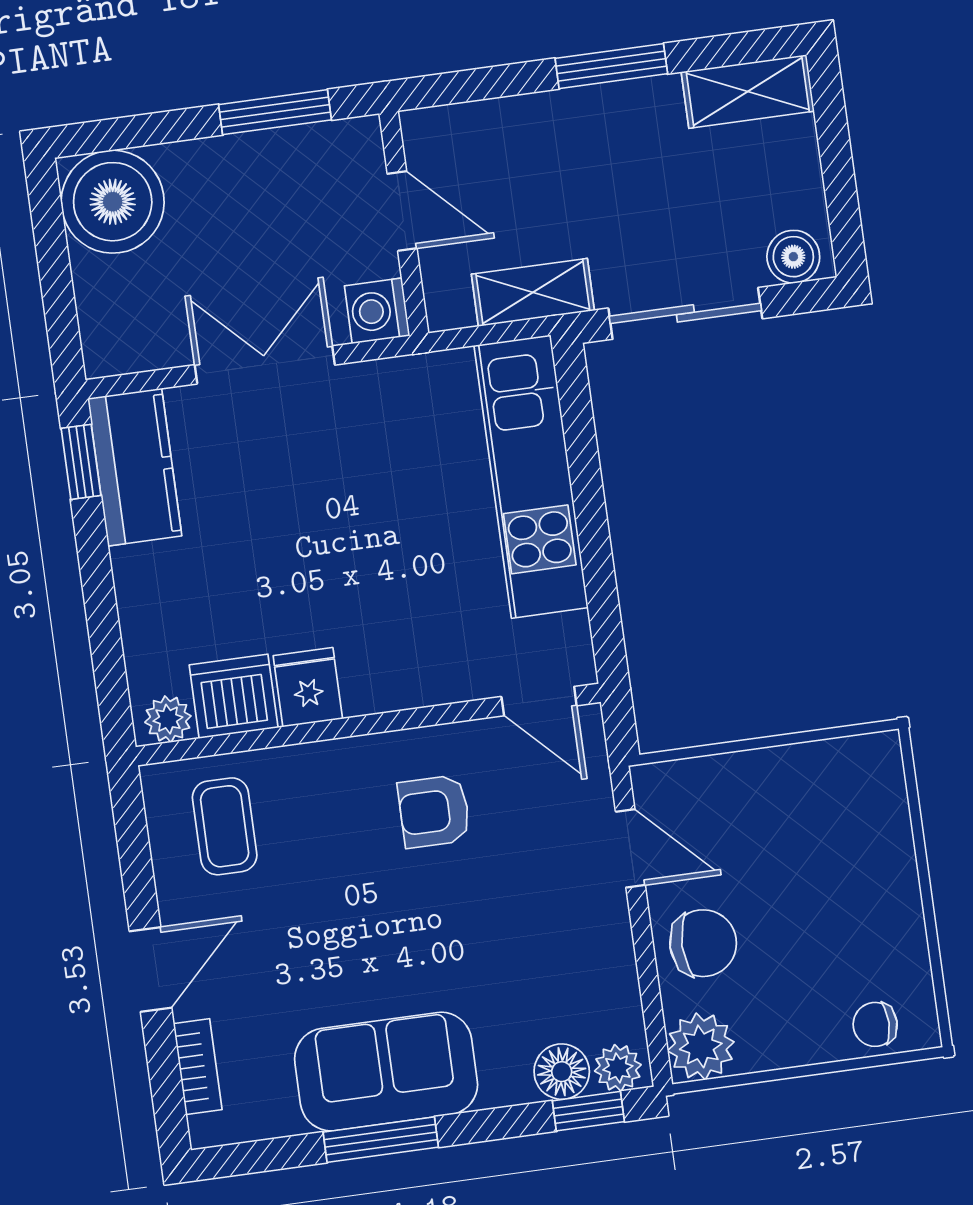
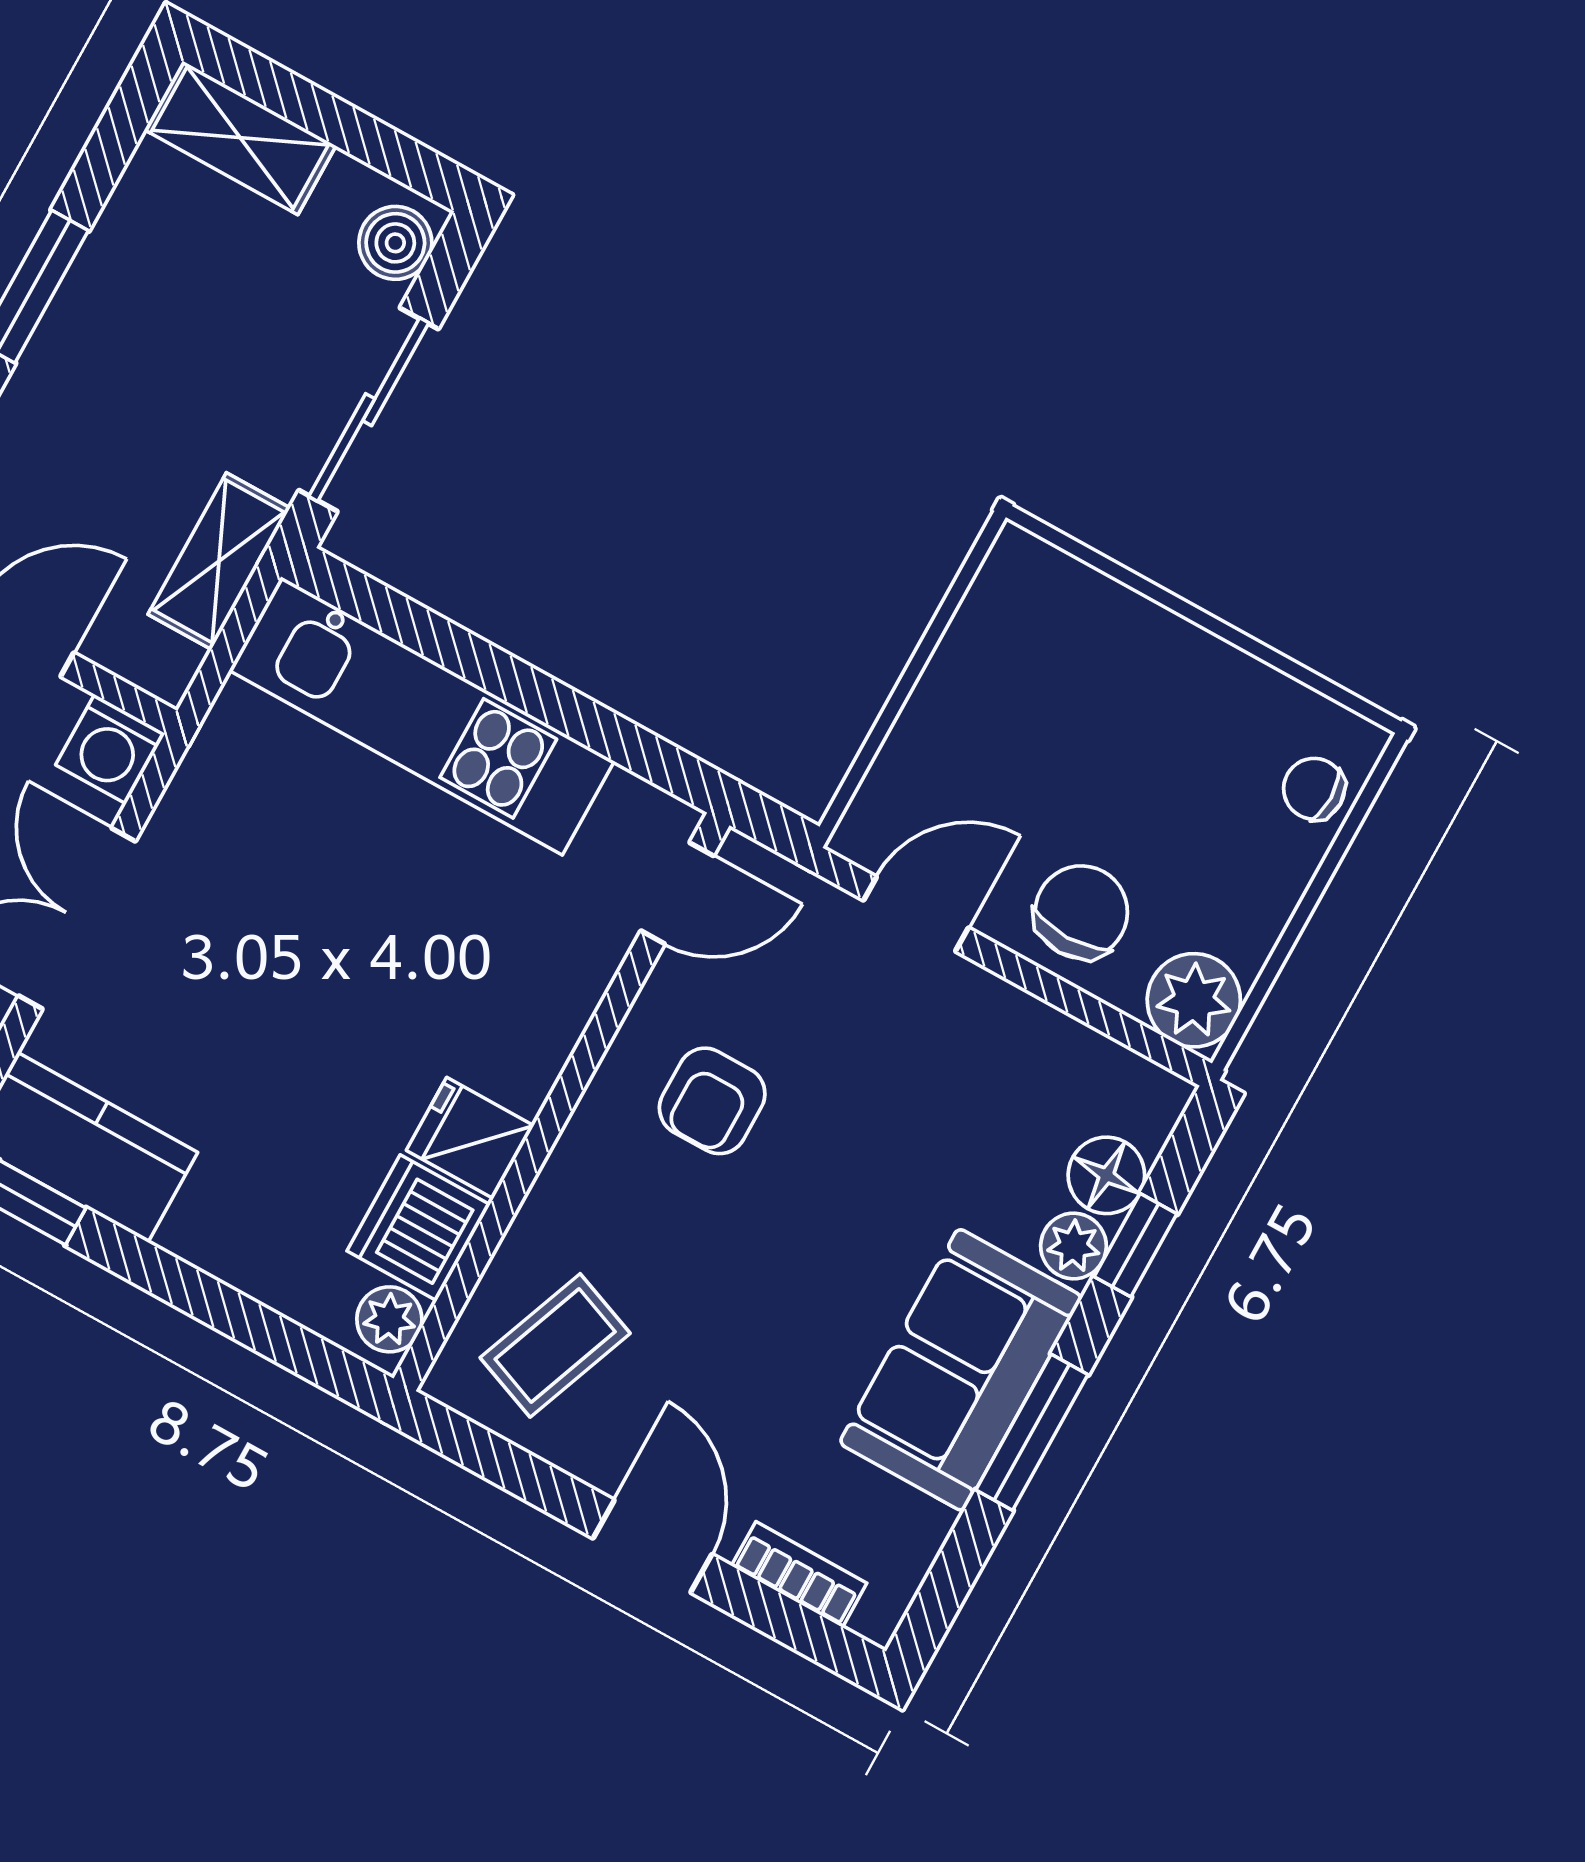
shelving: (748, 92) -> (240, 138), moved, turned 90
coffee table: (225, 826) -> (555, 1345), turned -69
chair: (875, 1024) -> (1314, 789), turned 90
plant: (618, 1068) -> (1074, 1246), moved
window: (588, 1111) -> (1136, 1245), moved

